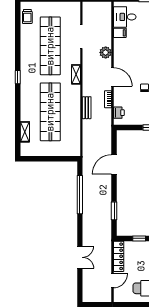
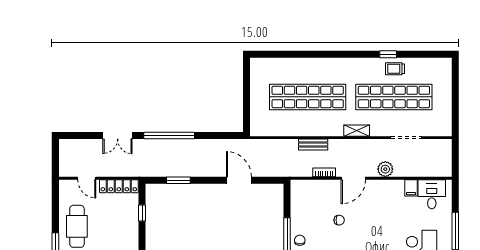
trolley: (27, 16) -> (395, 69), moved
window: (18, 77) -> (388, 54), moved
printer: (119, 113) -> (307, 187), removed
shelving: (25, 132) -> (282, 64), removed
window: (80, 195) -> (169, 136), moved

